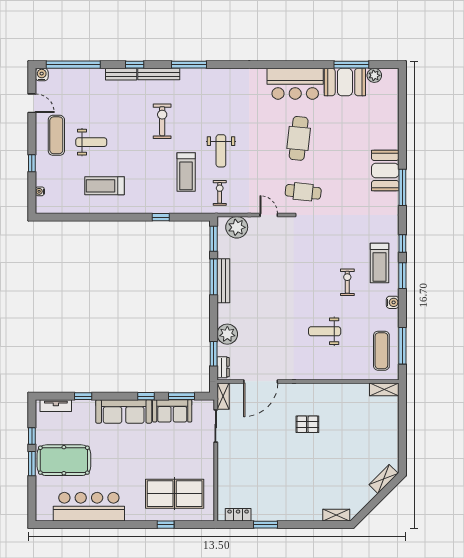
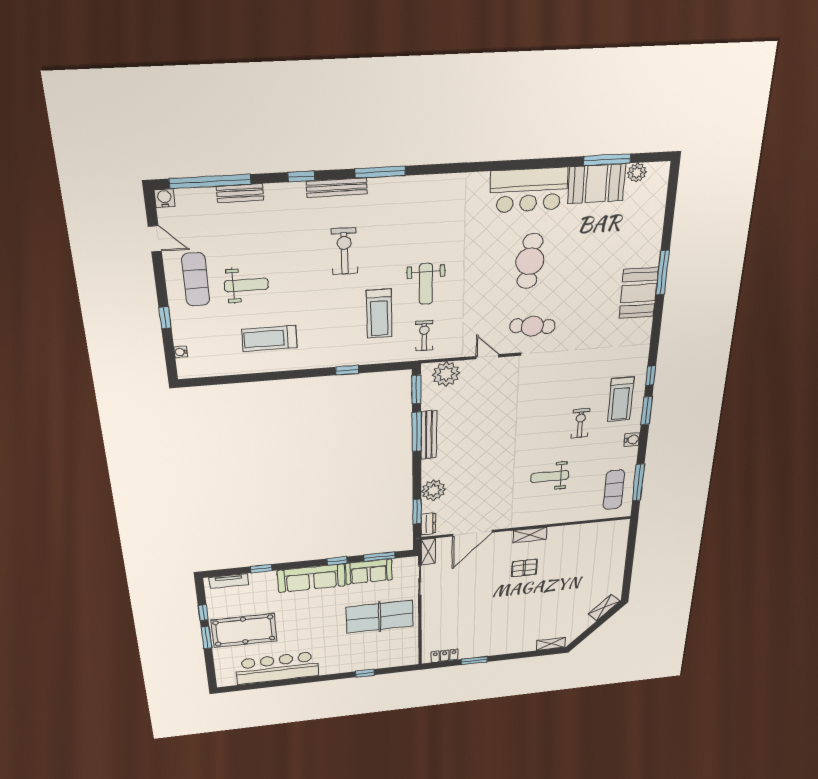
bench: (121, 74) -> (240, 193), moved
window: (402, 187) -> (662, 273), moved
shelving: (384, 389) -> (530, 535), moved
table tennis table: (175, 494) -> (380, 617), moved

